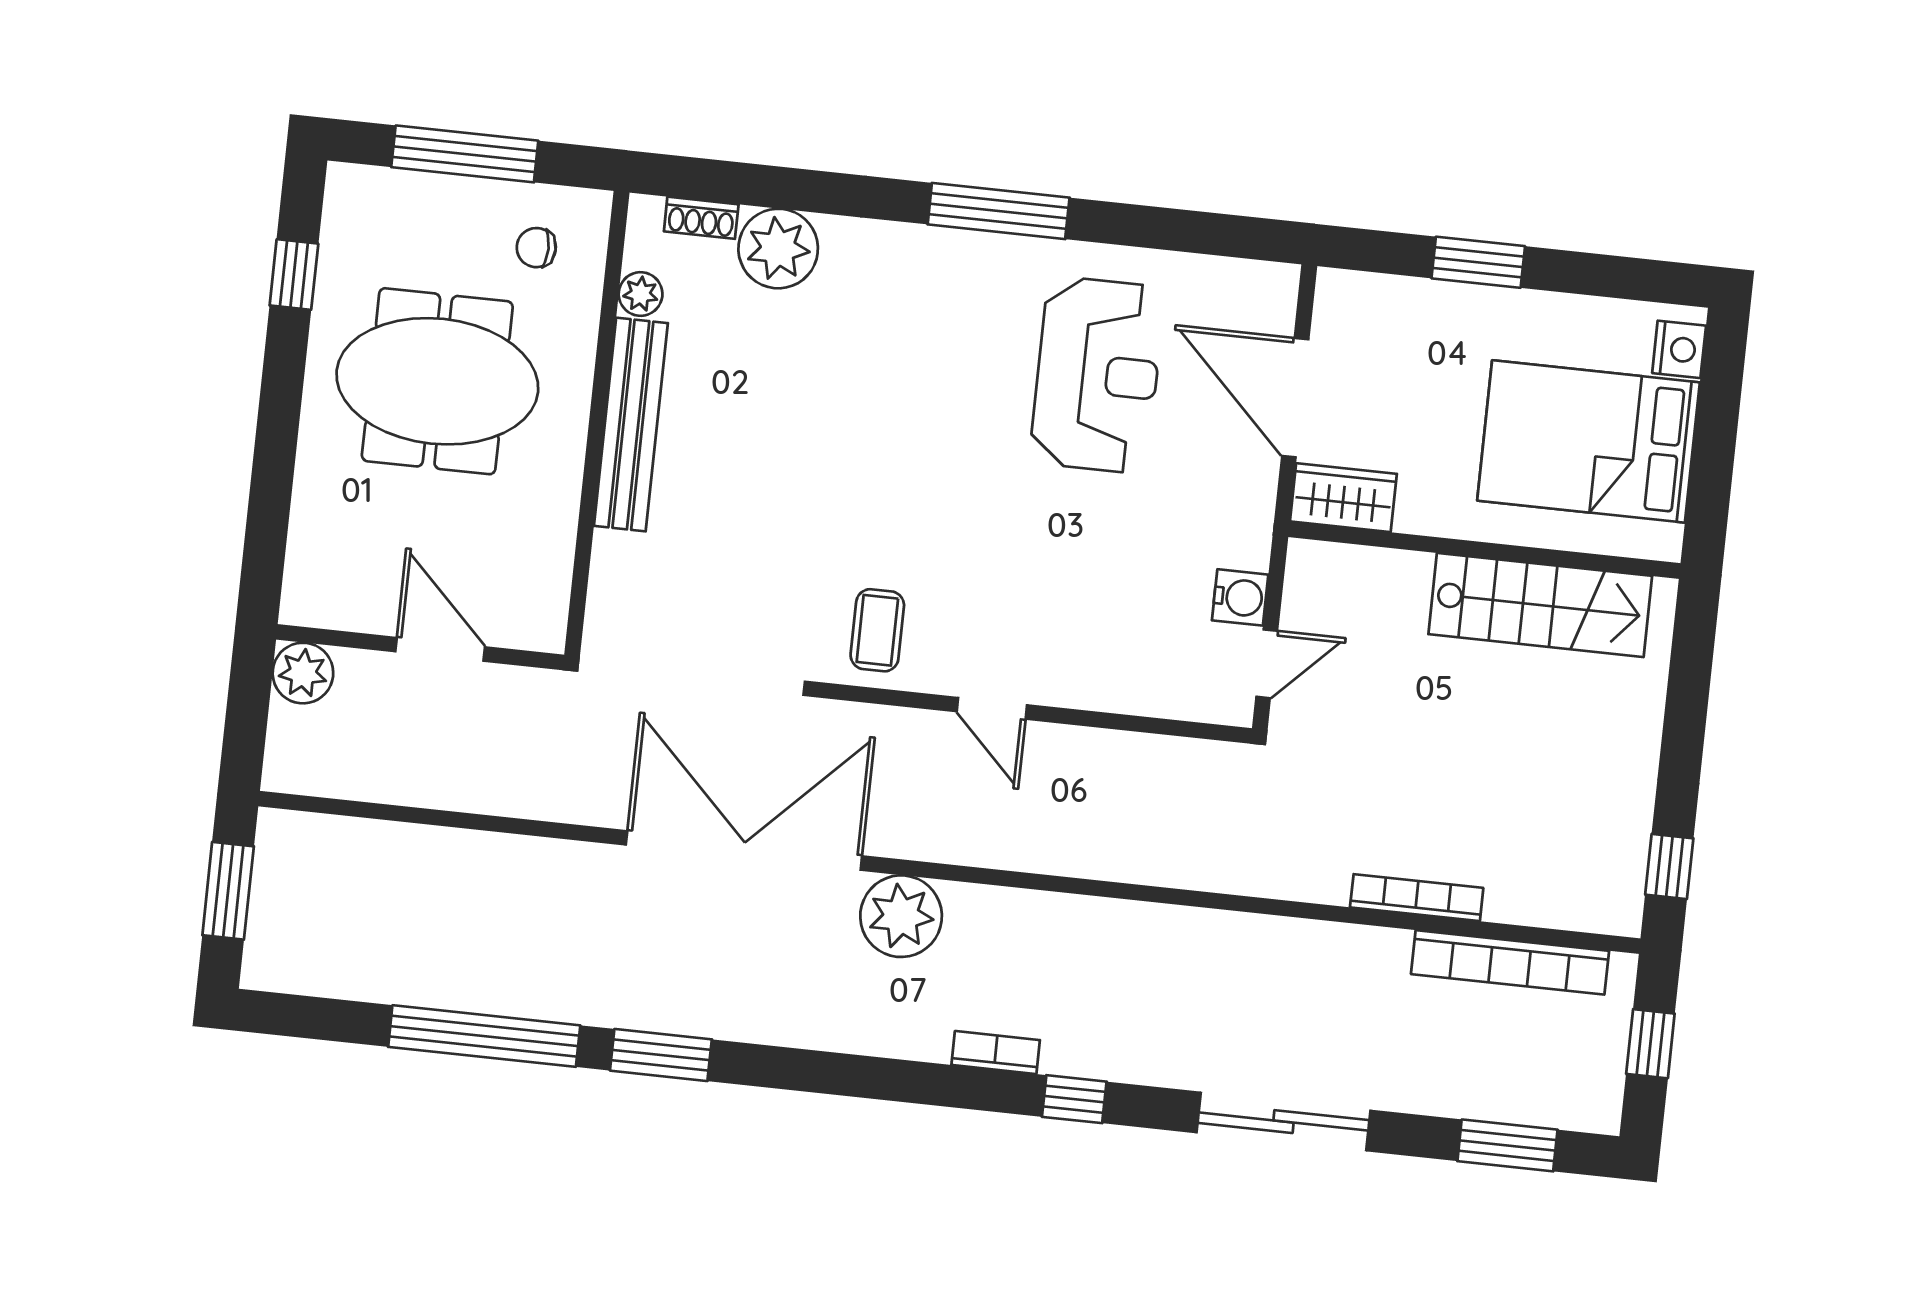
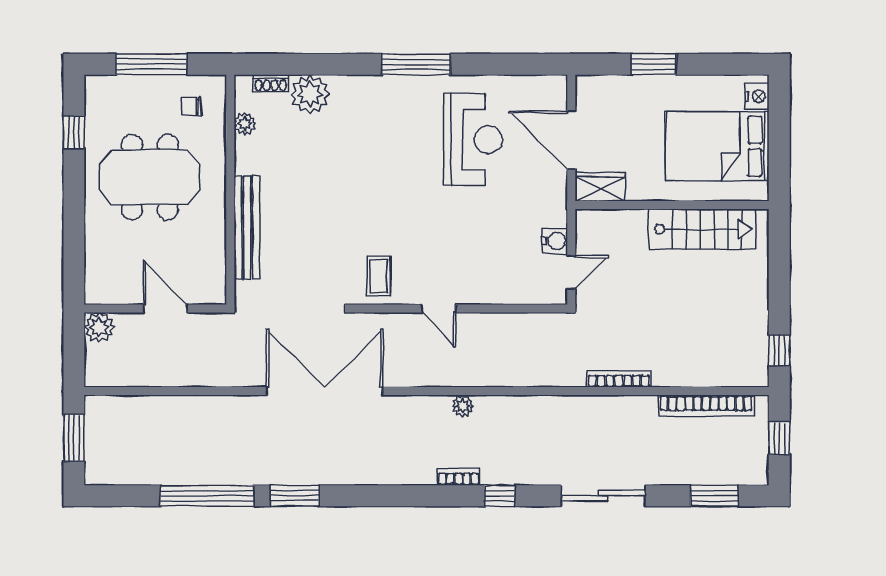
bench: (631, 424) -> (247, 228), moved
bookcase: (1417, 898) -> (619, 379), moved
plant: (901, 916) -> (463, 406), moved, width x0.53, depth x0.53

